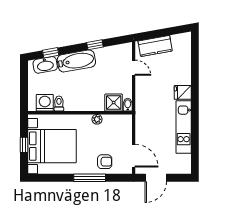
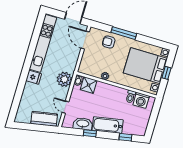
washbasin: (45, 65) -> (83, 124), moved
plant: (145, 101) -> (64, 79), added
kitchen unit: (184, 127) -> (43, 43), width x1.36

